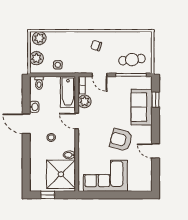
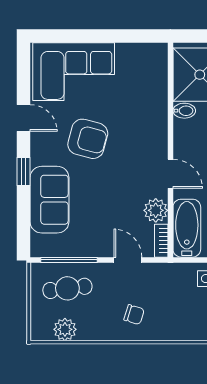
plant: (133, 38) -> (65, 329), added
window: (155, 100) -> (24, 171), moved
corner sofa: (105, 176) -> (74, 72), moved

